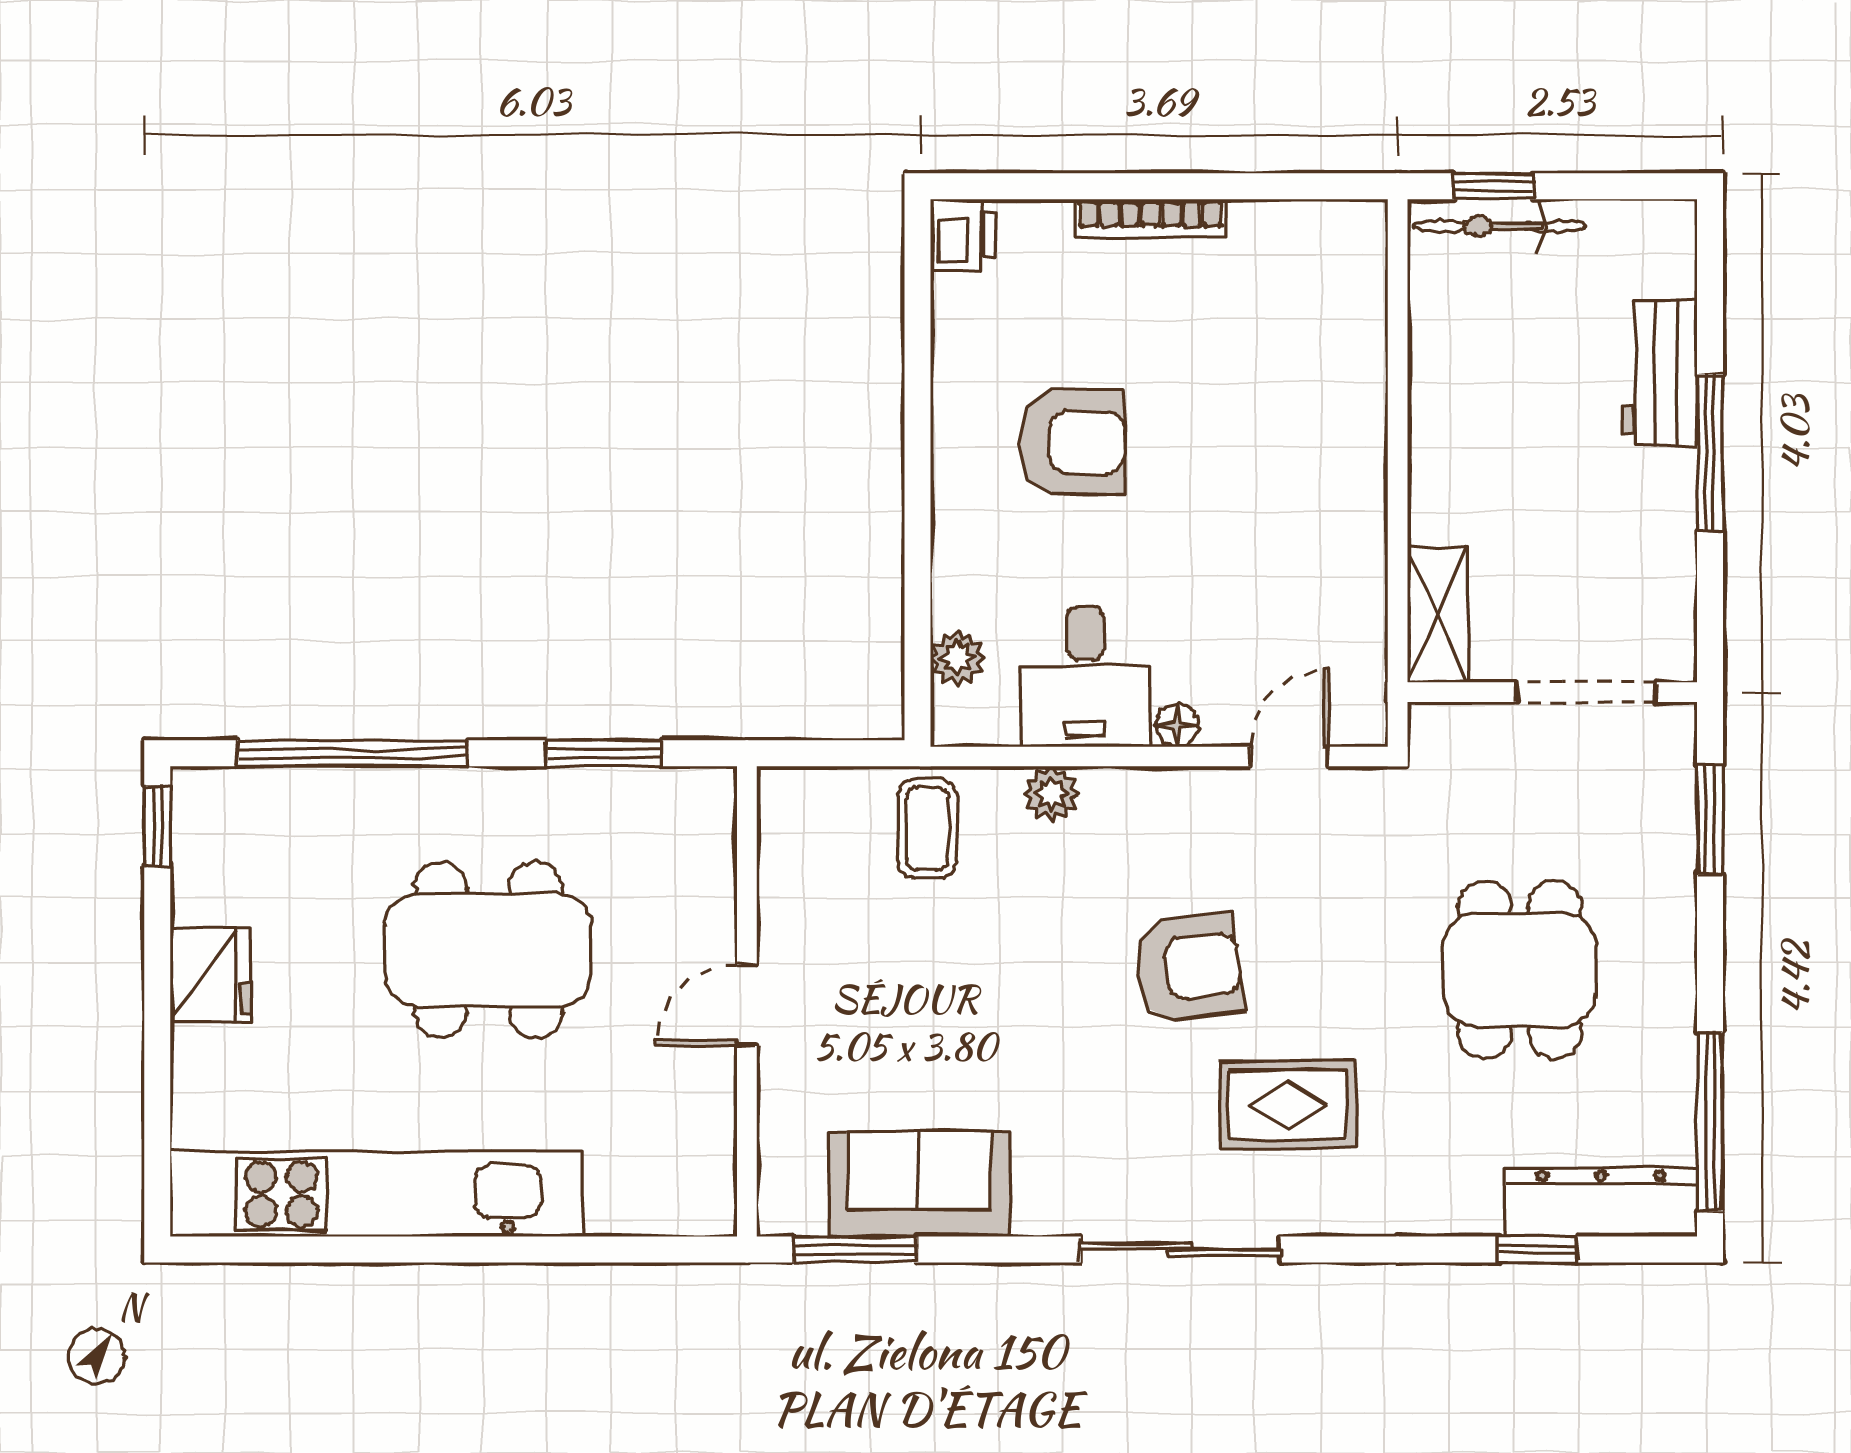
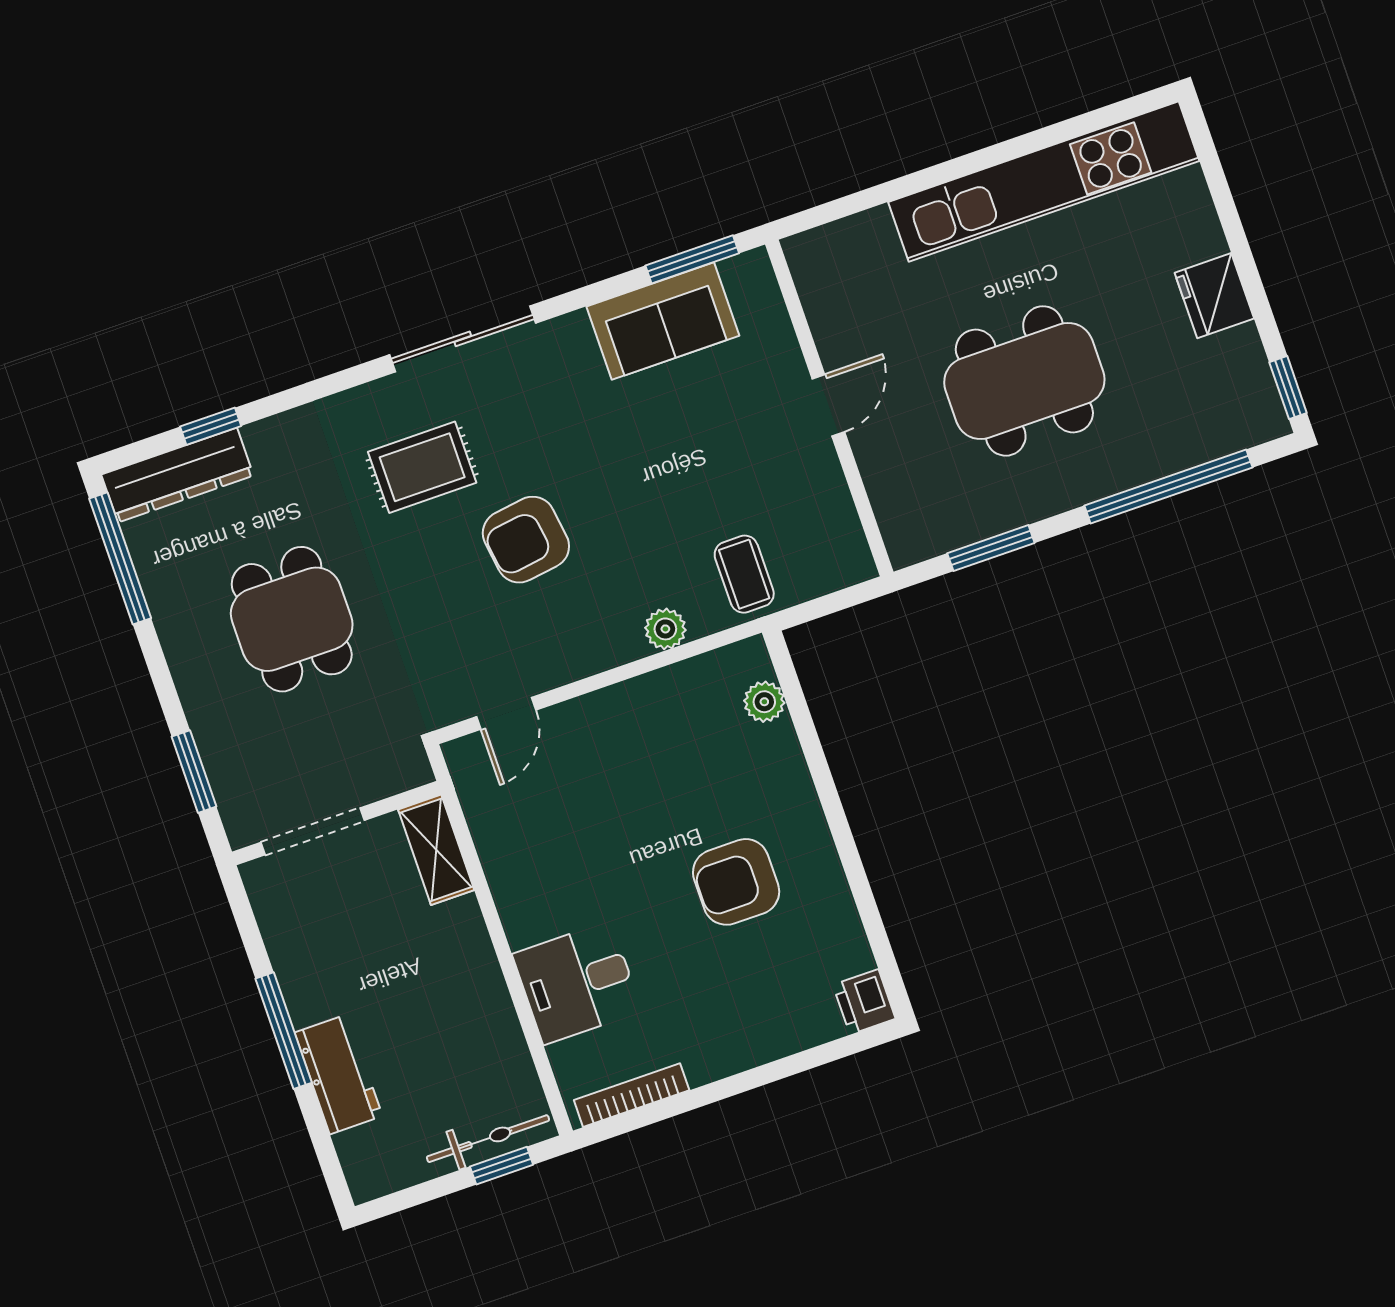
bookcase: (1151, 218) -> (632, 1095), moved
desk: (1085, 677) -> (577, 983), moved, turned -90
floor lamp: (1177, 725) -> (593, 708), removed

